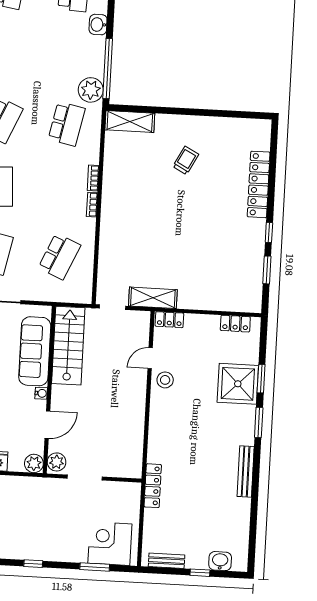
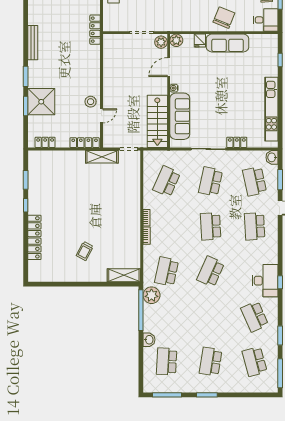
locker: (169, 320) -> (85, 143), width x1.53

